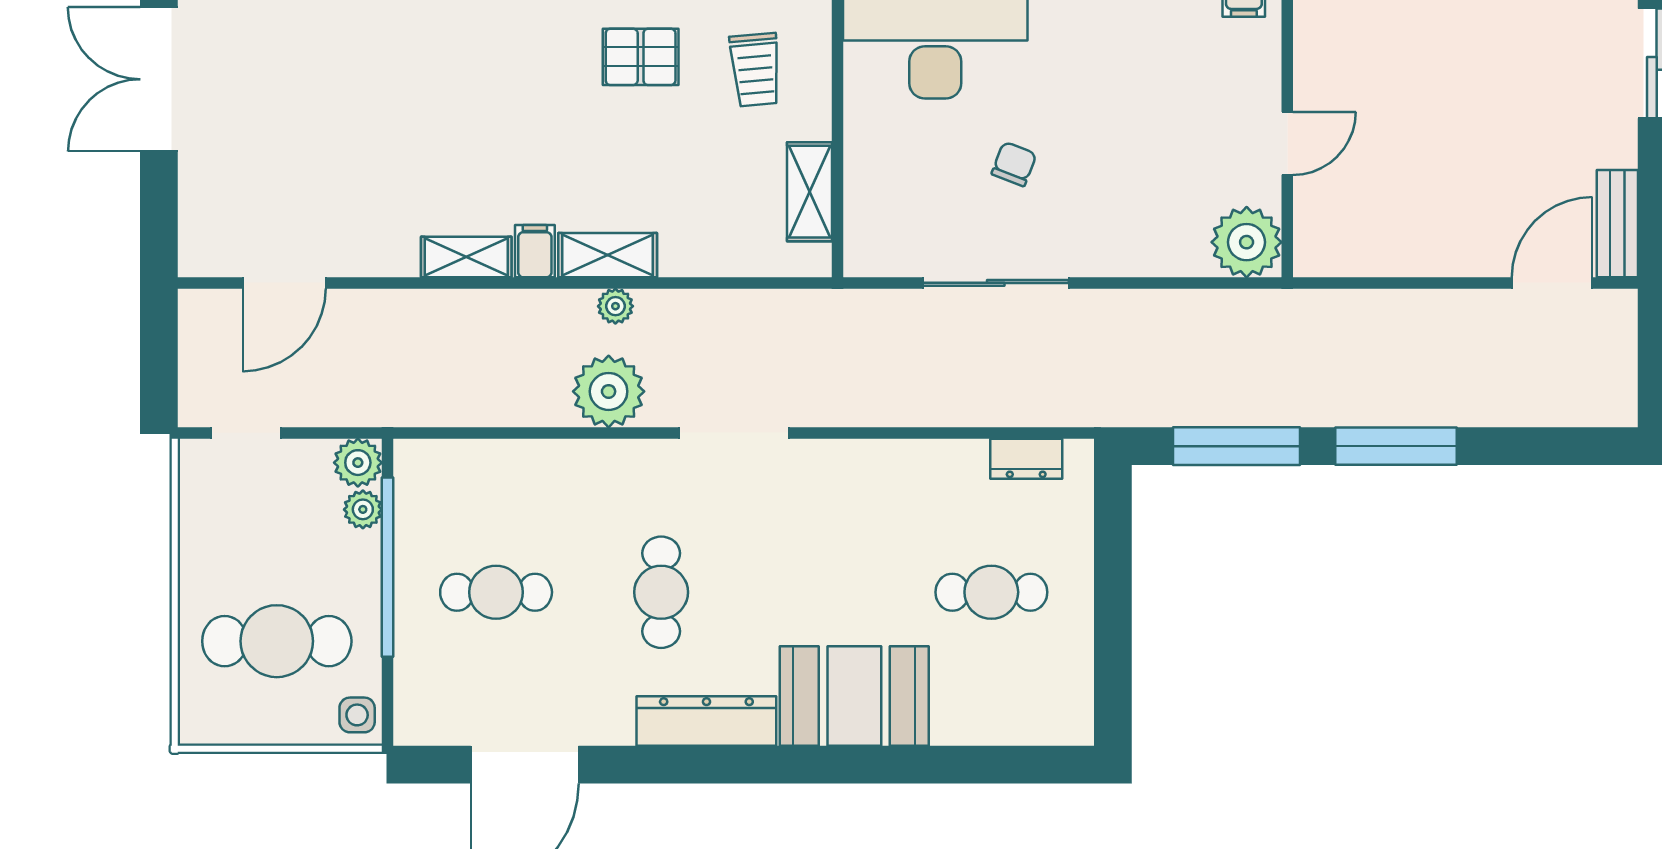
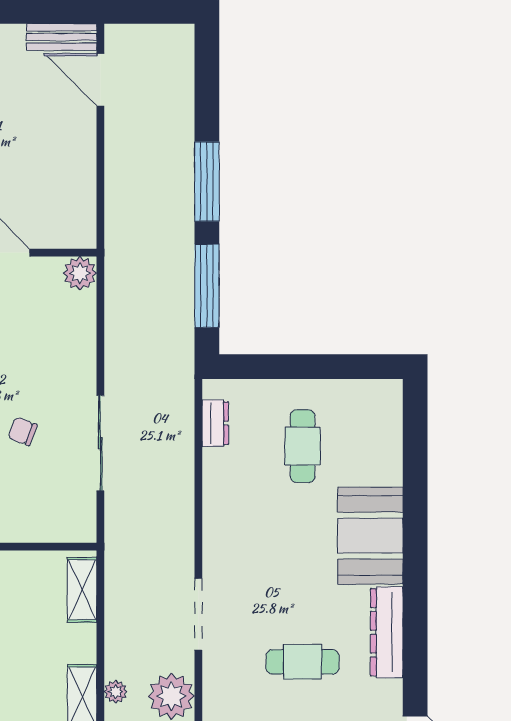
shelving: (809, 192) -> (82, 590), moved, turned 90
plant: (1247, 242) -> (80, 273), width x0.73, depth x0.73

